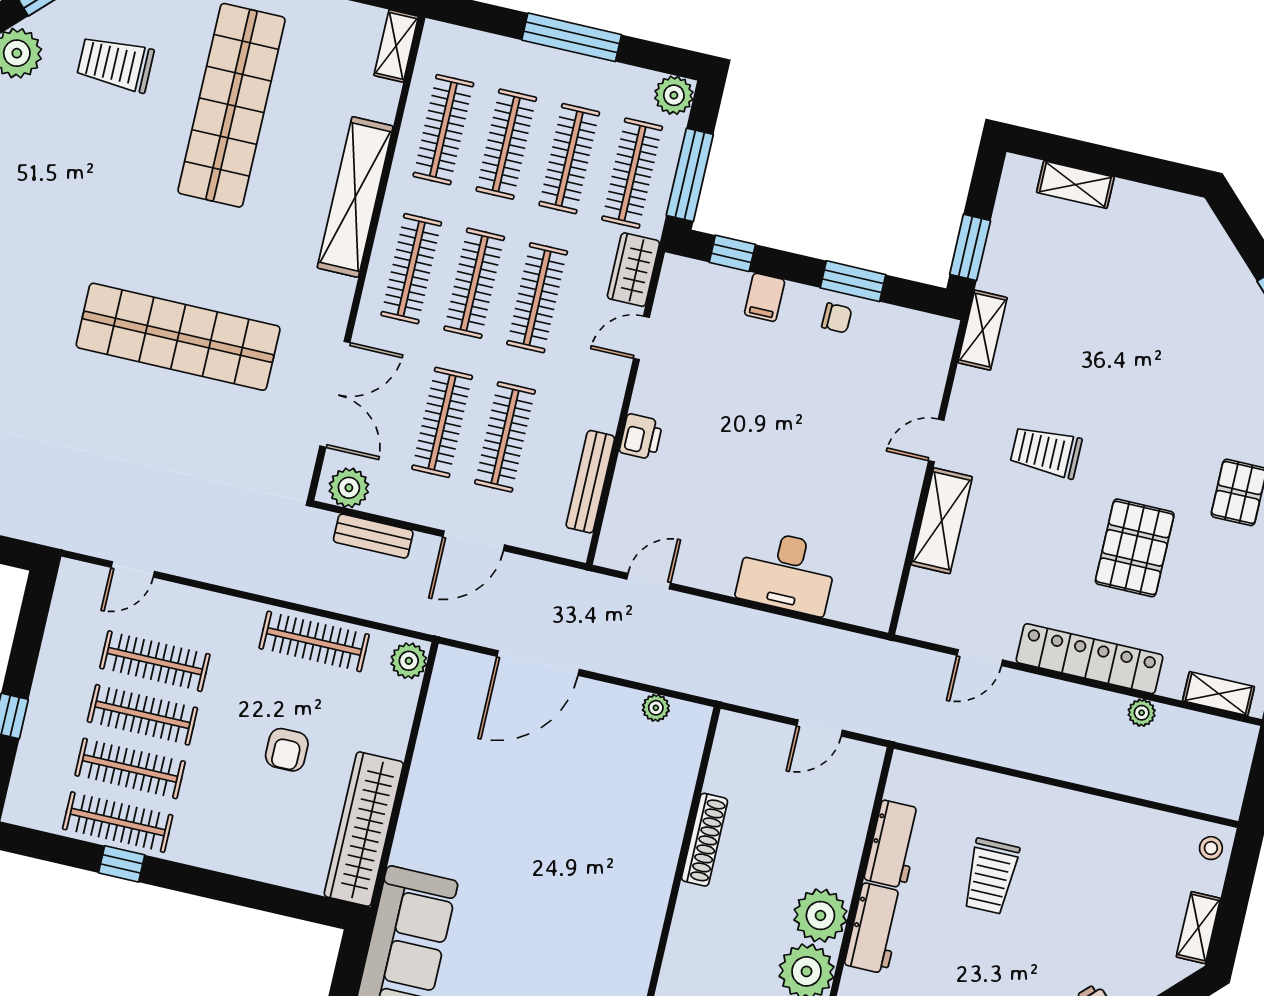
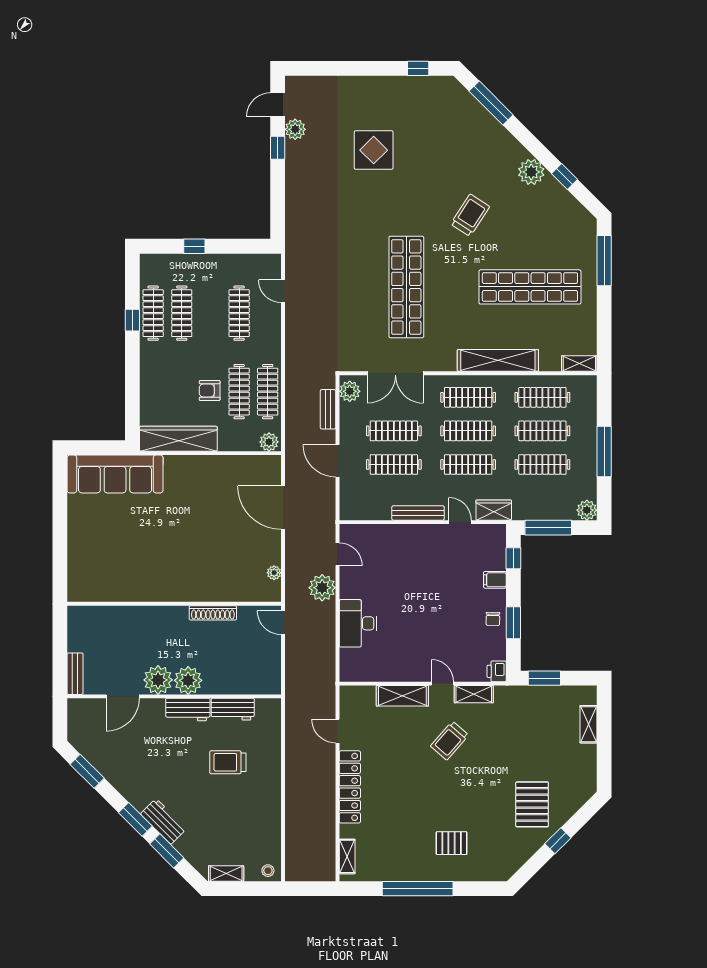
trolley: (115, 64) -> (470, 215), moved, turned 33
clothes rail: (632, 173) -> (542, 498), removed
shelving: (983, 330) -> (474, 694), moved
printer: (641, 437) -> (497, 671), moved, turned 90
trolley: (1046, 452) -> (450, 741), turned -139
bench: (590, 482) -> (418, 513), moved
pallet: (1135, 548) -> (532, 804), moved, turned 90
plant: (1142, 713) -> (322, 588), moved, width x1.88, depth x1.88
clothes rail: (142, 715) -> (239, 392), moved
door: (820, 728) -> (283, 623), moved

